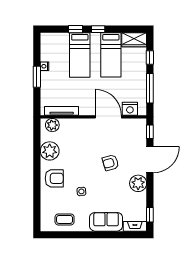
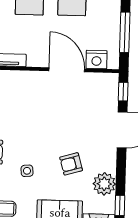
armchair: (110, 163) -> (71, 164), moved
plant: (138, 183) -> (104, 184), moved

